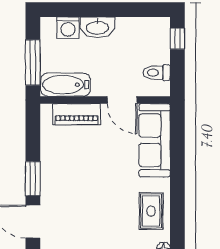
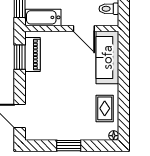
piano: (77, 114) -> (32, 54), moved, turned -90
window: (33, 179) -> (20, 57), moved

